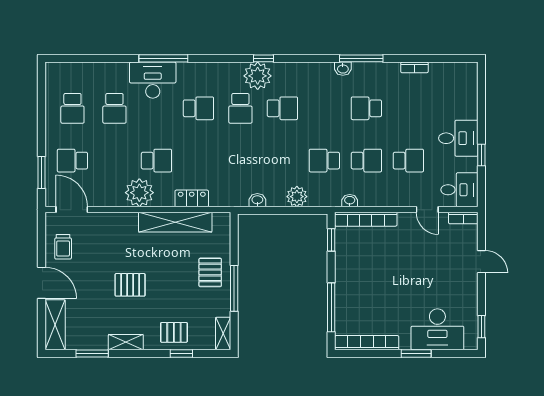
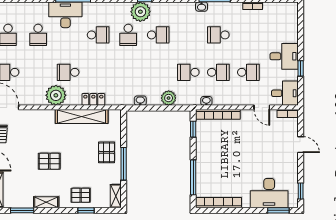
school desk: (156, 161) -> (68, 72), turned 180
window: (416, 353) -> (278, 210), moved

